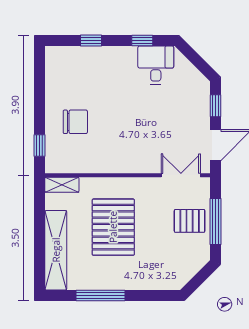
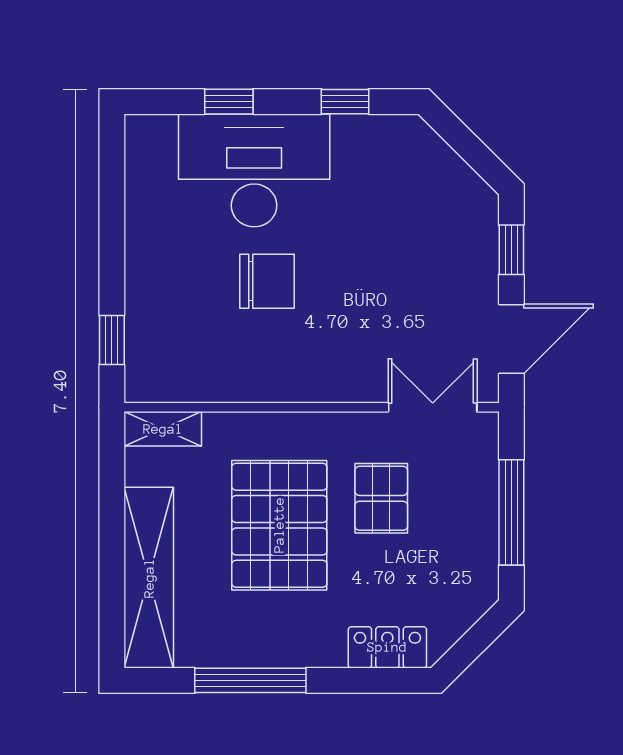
desk: (156, 65) -> (254, 170), moved, width x1.87, depth x1.30
chair: (75, 122) -> (267, 281), moved
pallet: (190, 221) -> (381, 498), moved, turned 90
locker: (161, 281) -> (387, 647), added

